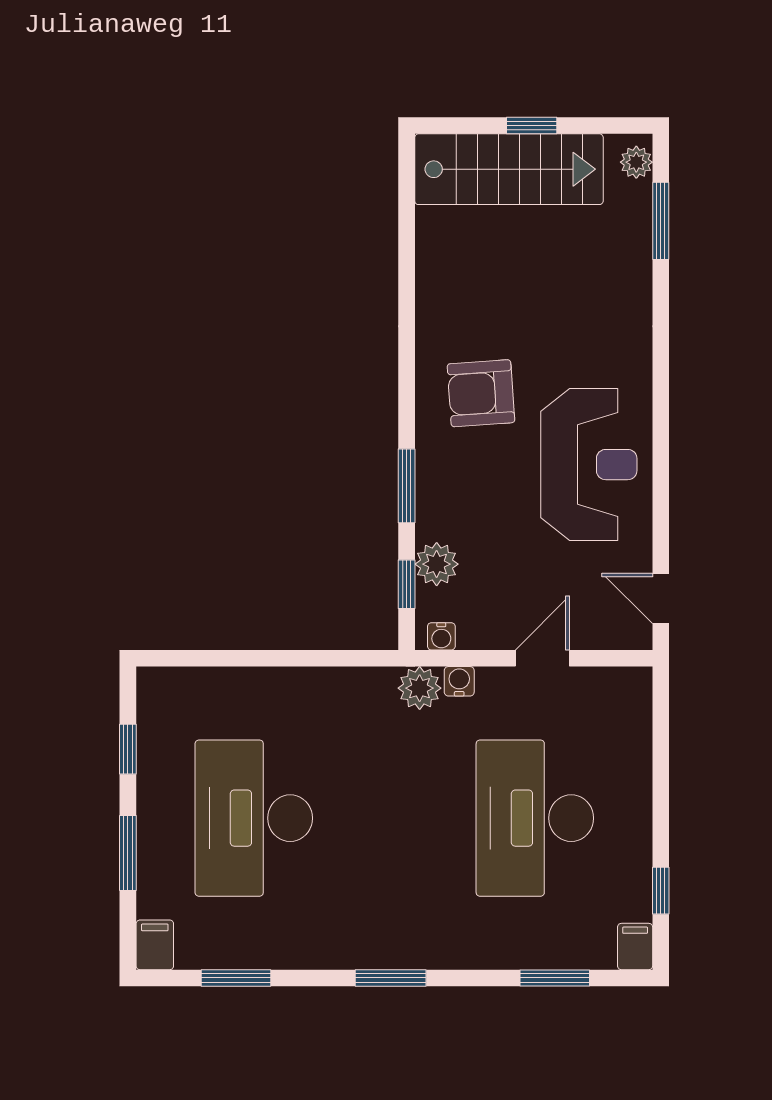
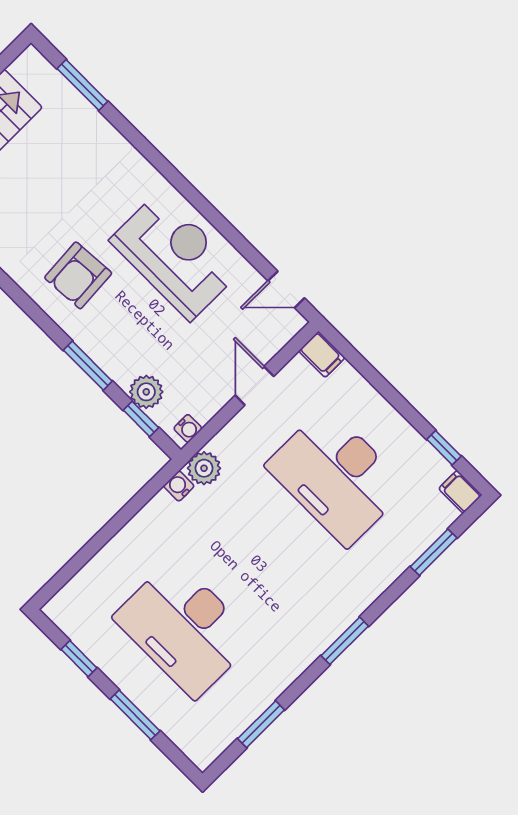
plant: (636, 162) -> (38, 66), removed
water cooler: (459, 681) -> (179, 486), moved
filing cabinet: (155, 945) -> (322, 354), moved, turned 180

